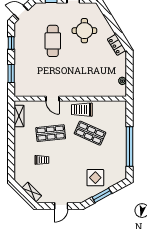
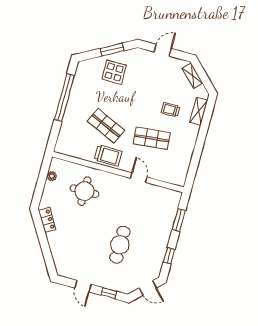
round table: (84, 31) -> (84, 191), moved
shelving: (19, 116) -> (199, 111), moved

